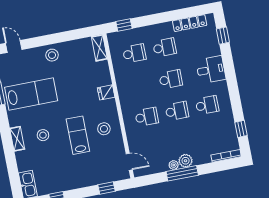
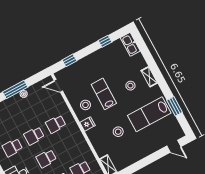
stool: (52, 55) -> (118, 132), moved
fridge: (106, 92) -> (87, 124), moved
lab bench: (78, 135) -> (104, 94), turned 180
plant: (186, 161) -> (16, 100), removed

